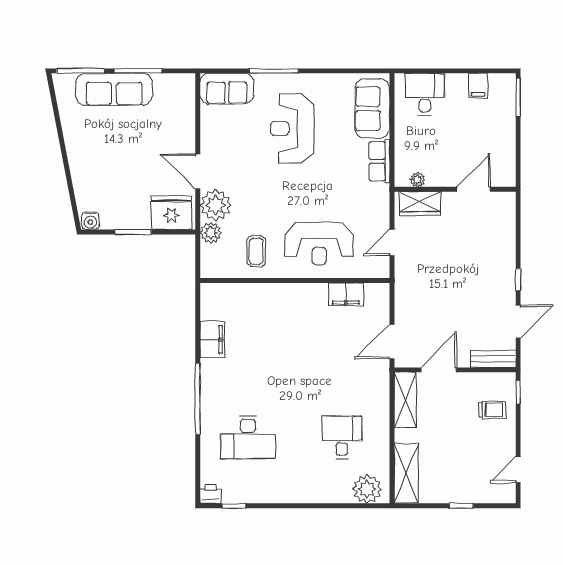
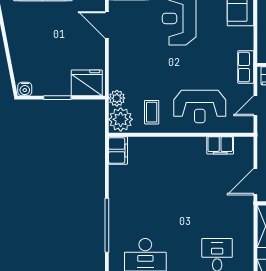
row of seats: (379, 161) -> (246, 67), moved
door: (198, 171) -> (107, 25), moved
plant: (216, 205) -> (121, 119), moved
filing cabinet: (212, 340) -> (118, 150), moved

